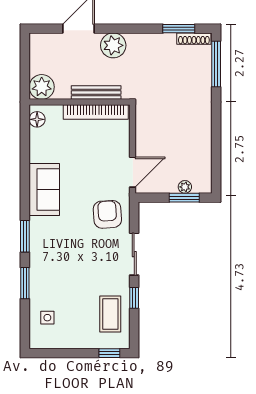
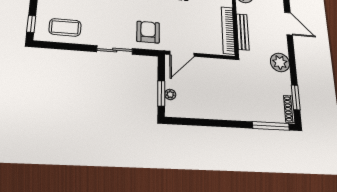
plant: (113, 45) -> (280, 62), moved
door: (133, 172) -> (182, 54), hinge flipped
armchair: (107, 214) -> (148, 32), turned -86
window: (134, 298) -> (77, 47), removed

